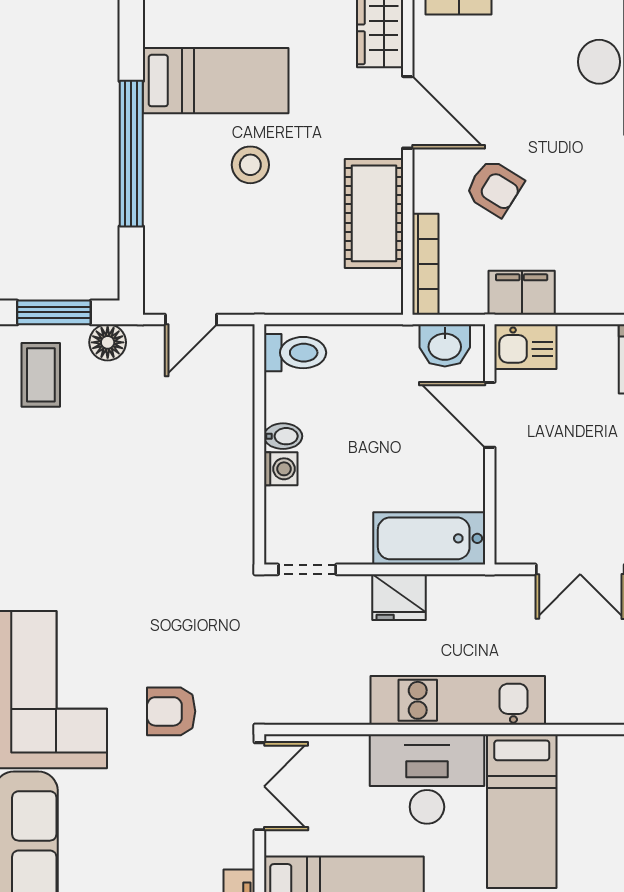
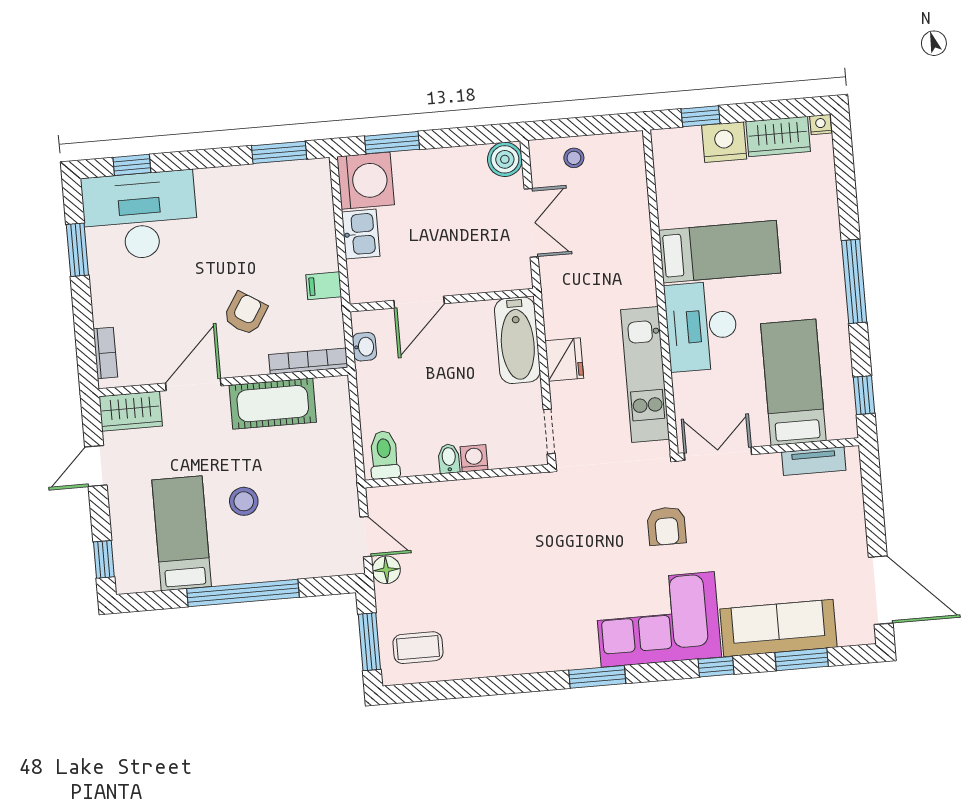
filing cabinet: (522, 293) -> (324, 286), width x0.50
floor lamp: (108, 342) -> (386, 570), moved
washbasin: (445, 345) -> (364, 347), width x0.72, depth x0.69
kitchen sink: (525, 347) -> (361, 234), moved
kitchen unit: (458, 700) -> (645, 375), moved

